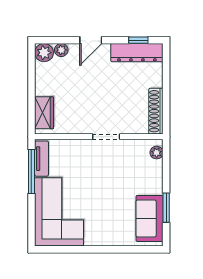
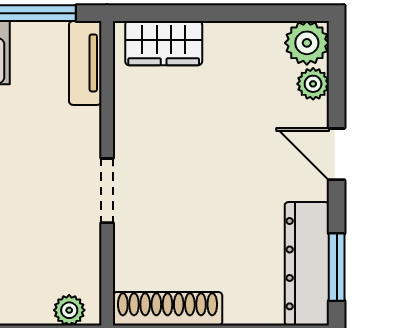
window: (138, 40) -> (337, 267), width x1.50
tv unit: (42, 159) -> (85, 63), moved, turned 90

